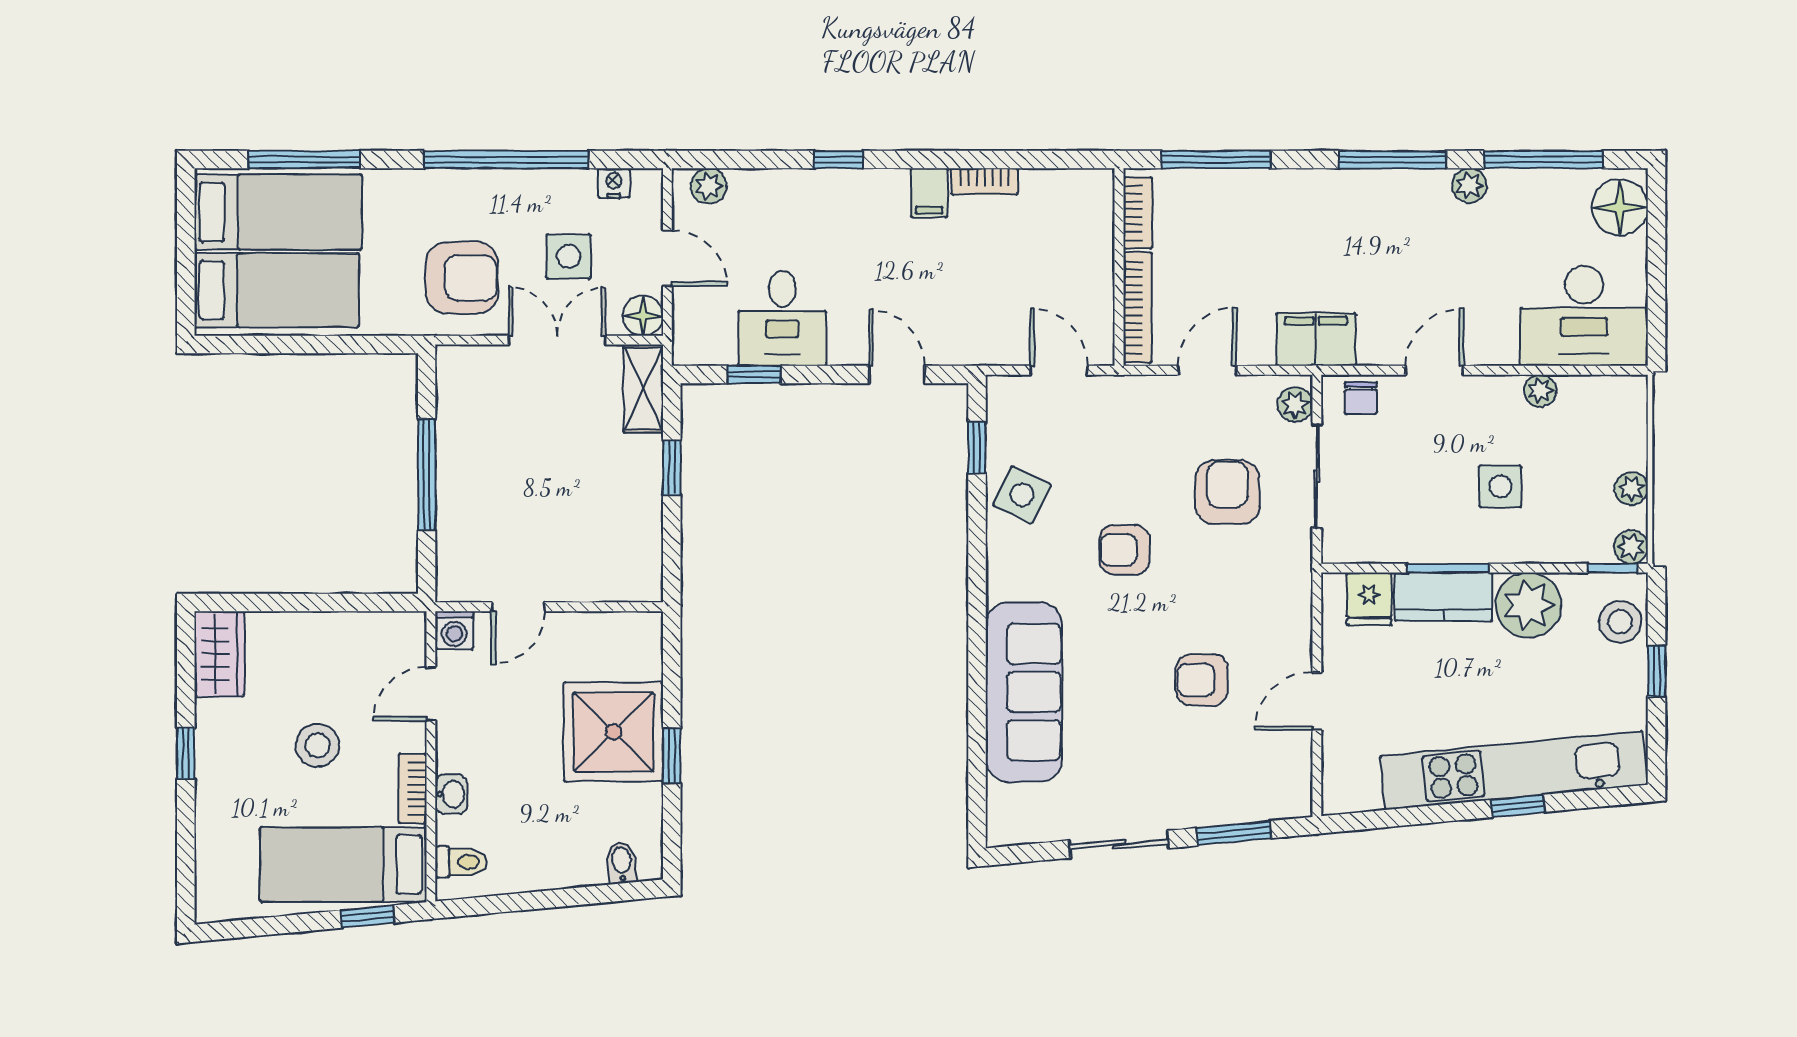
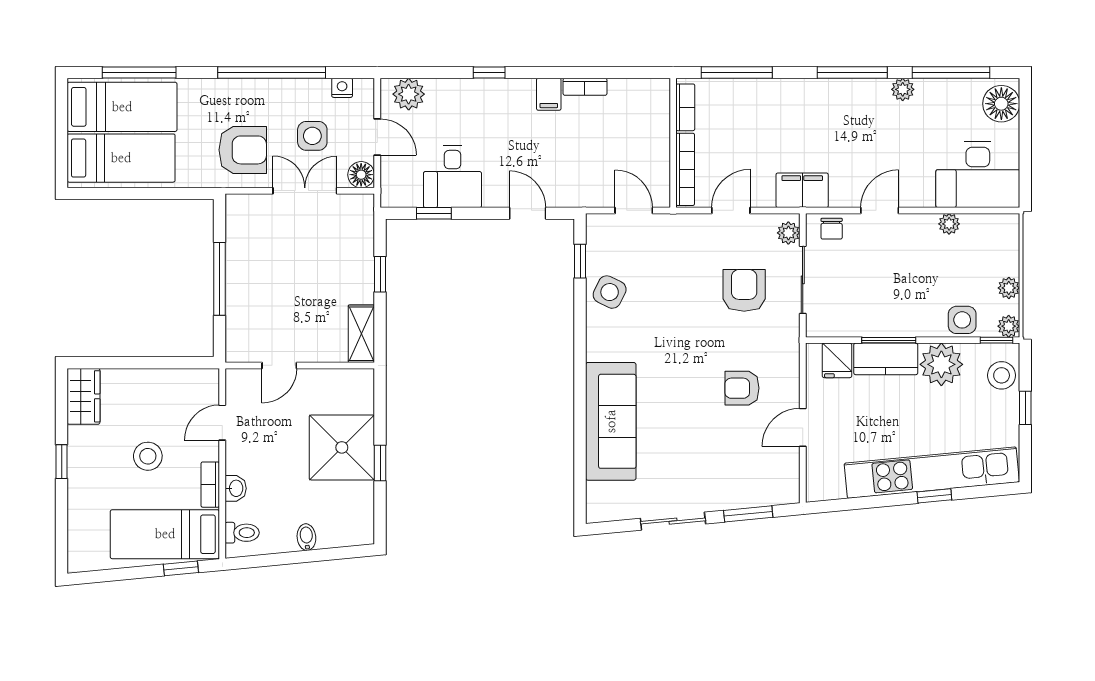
plant: (709, 186) -> (409, 94), width x1.38, depth x1.38
shelving: (643, 388) -> (361, 334), moved
side table: (1500, 486) -> (962, 320), moved
armchair: (1125, 550) -> (677, 328), removed
washing machine: (454, 630) -> (237, 381), removed
armchair: (1202, 680) -> (742, 388), moved
bidet: (621, 863) -> (306, 537), moved

